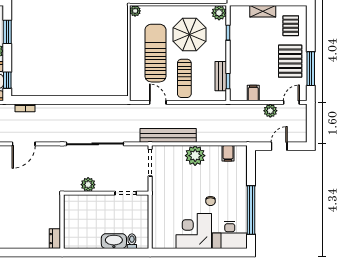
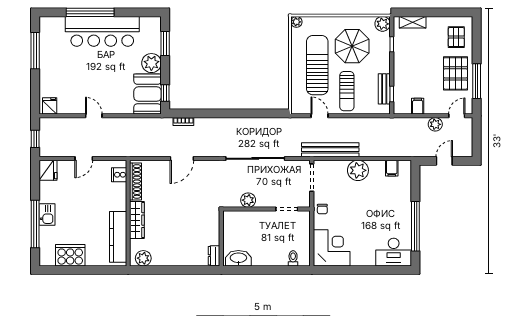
shelving: (263, 11) -> (413, 22), moved
chair: (210, 201) -> (322, 209), moved
corner desk: (194, 231) -> (332, 248), moved, turned 90
washbasin: (114, 241) -> (238, 258), moved

